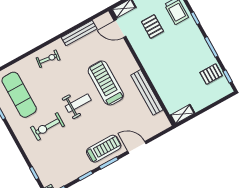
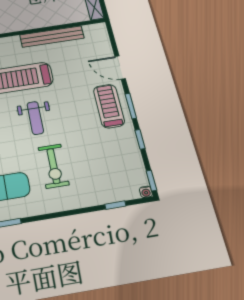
weight bench: (78, 103) -> (35, 118), turned 180
door: (137, 147) -> (120, 68), hinge flipped

